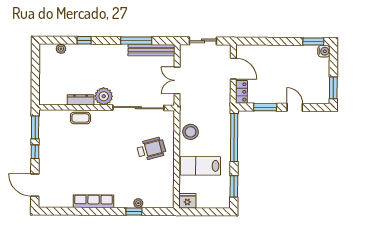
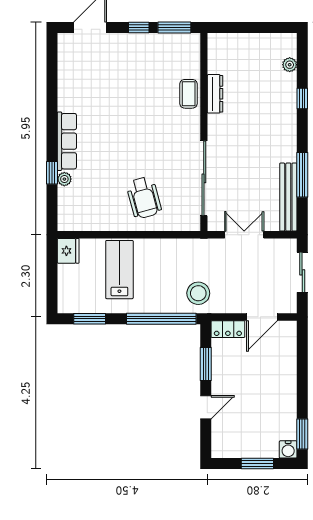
window: (333, 88) -> (257, 464), moved
plant: (104, 96) -> (220, 128), removed
stool: (190, 132) -> (198, 293), moved
row of seats: (94, 201) -> (67, 141), moved

